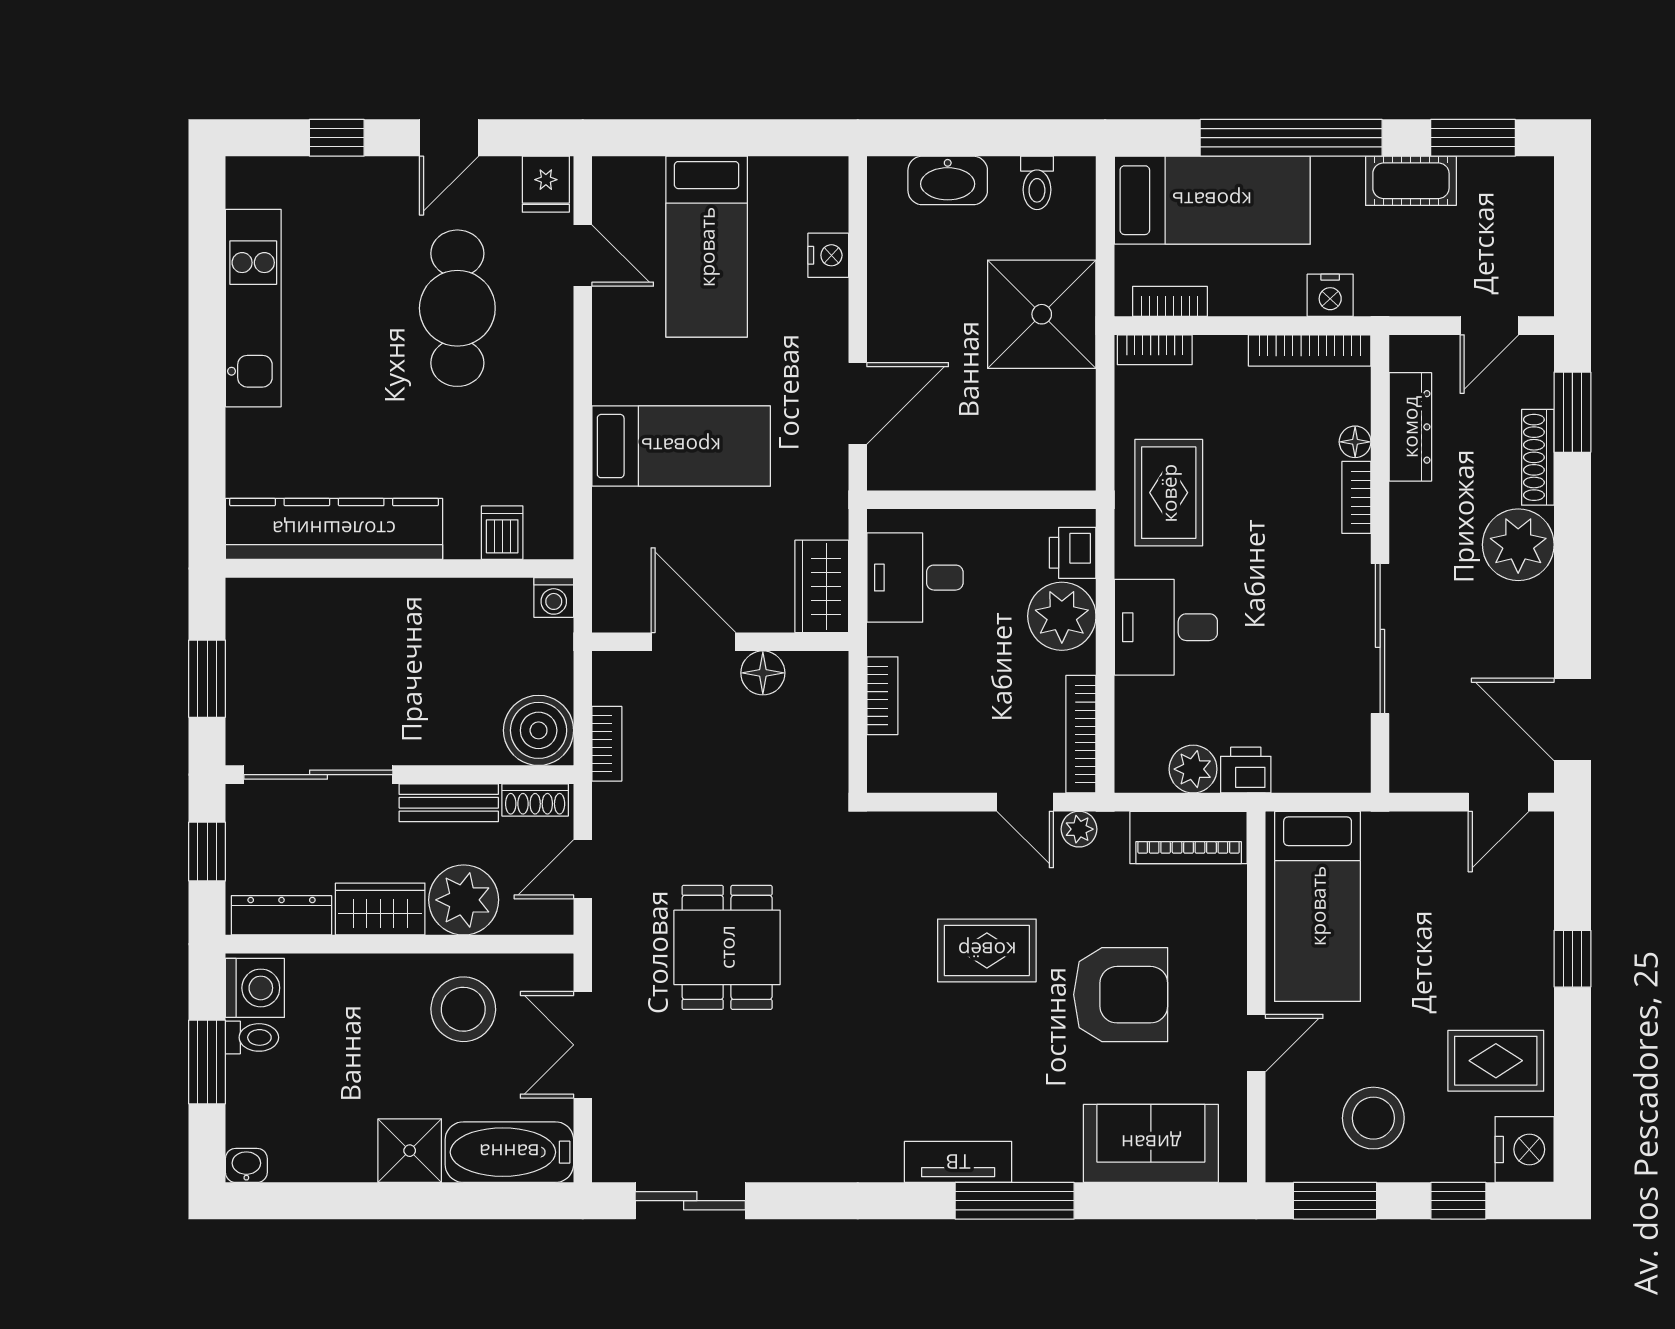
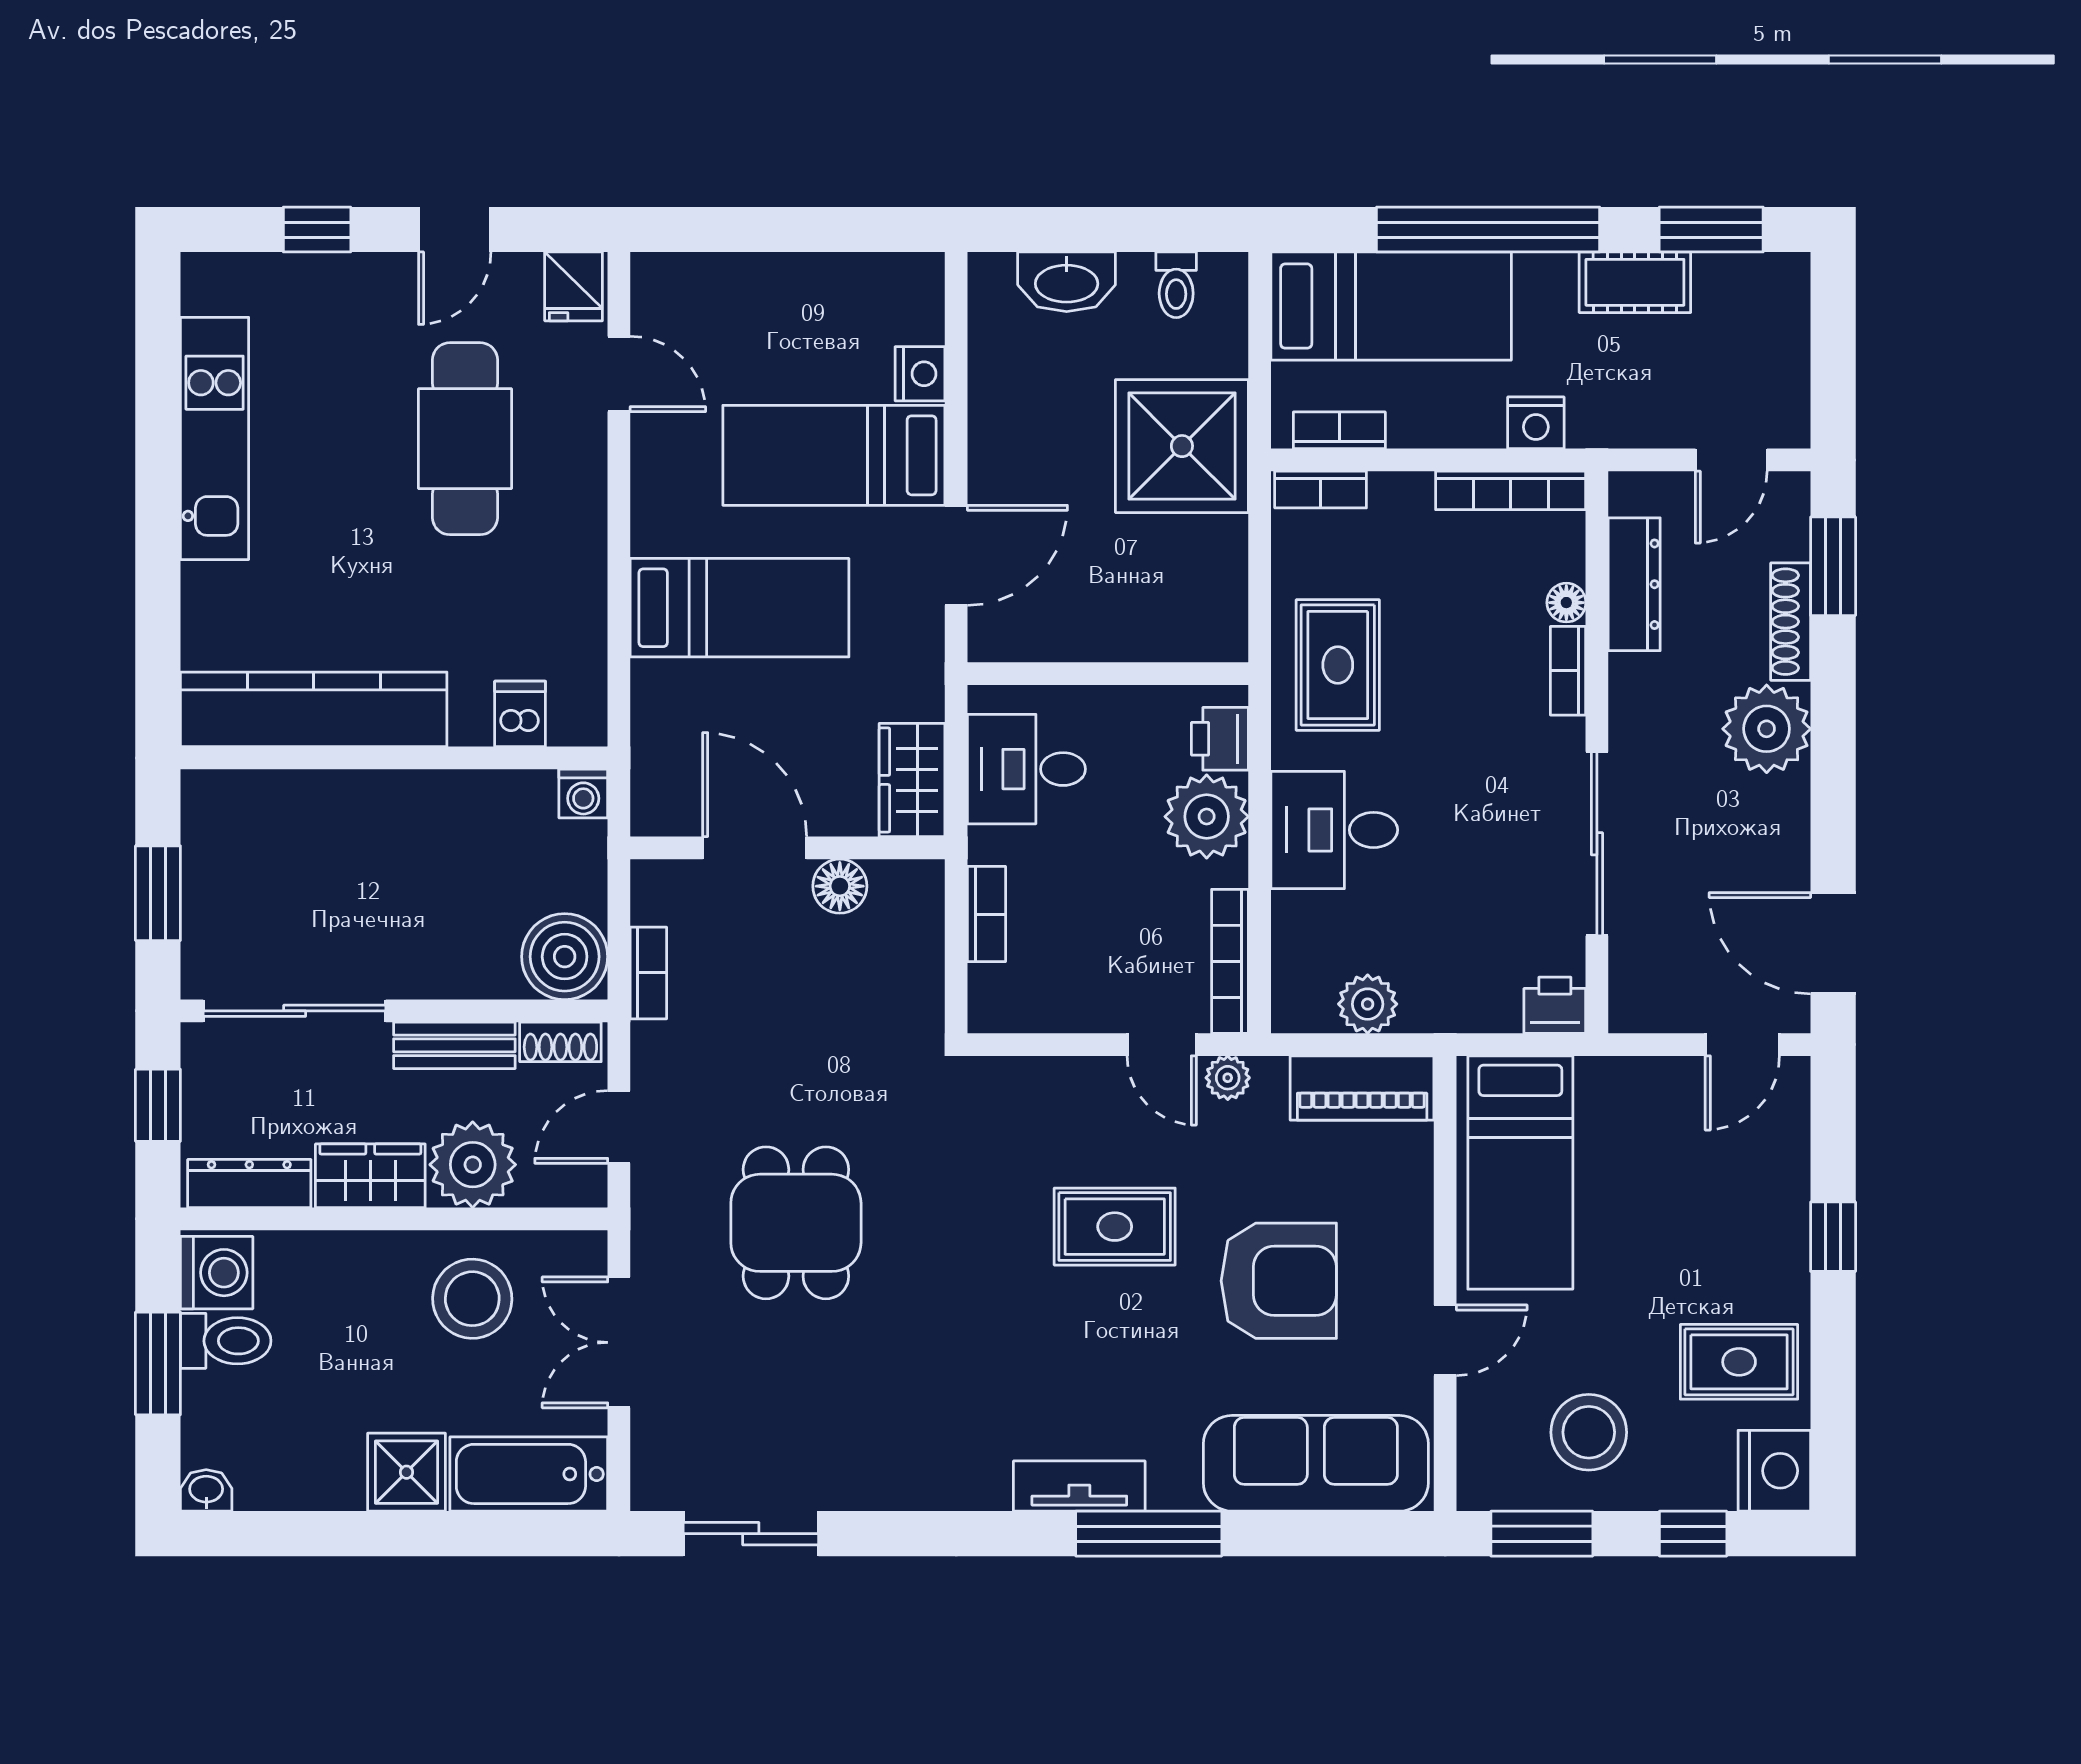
bed: (707, 247) -> (834, 455), moved, turned 90
printer: (1246, 770) -> (1555, 1005), moved
toilet: (252, 1037) -> (226, 1341), width x1.37, depth x1.39
sofa: (1151, 1143) -> (1316, 1463), width x1.36

